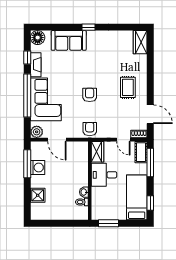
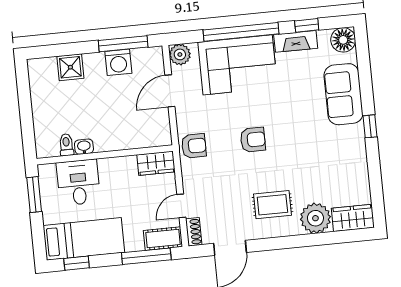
plant: (138, 64) -> (315, 218), added
desk: (104, 175) -> (78, 182), moved

